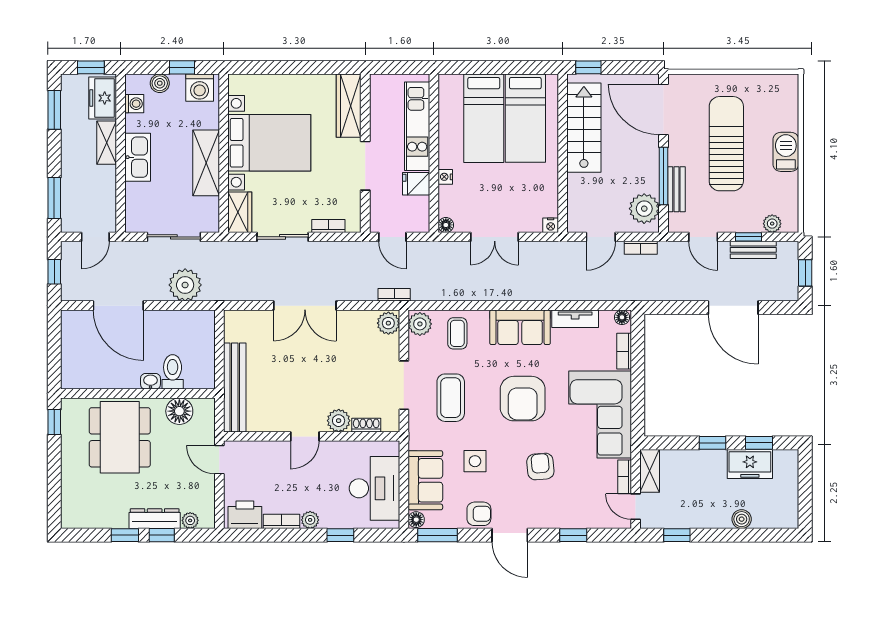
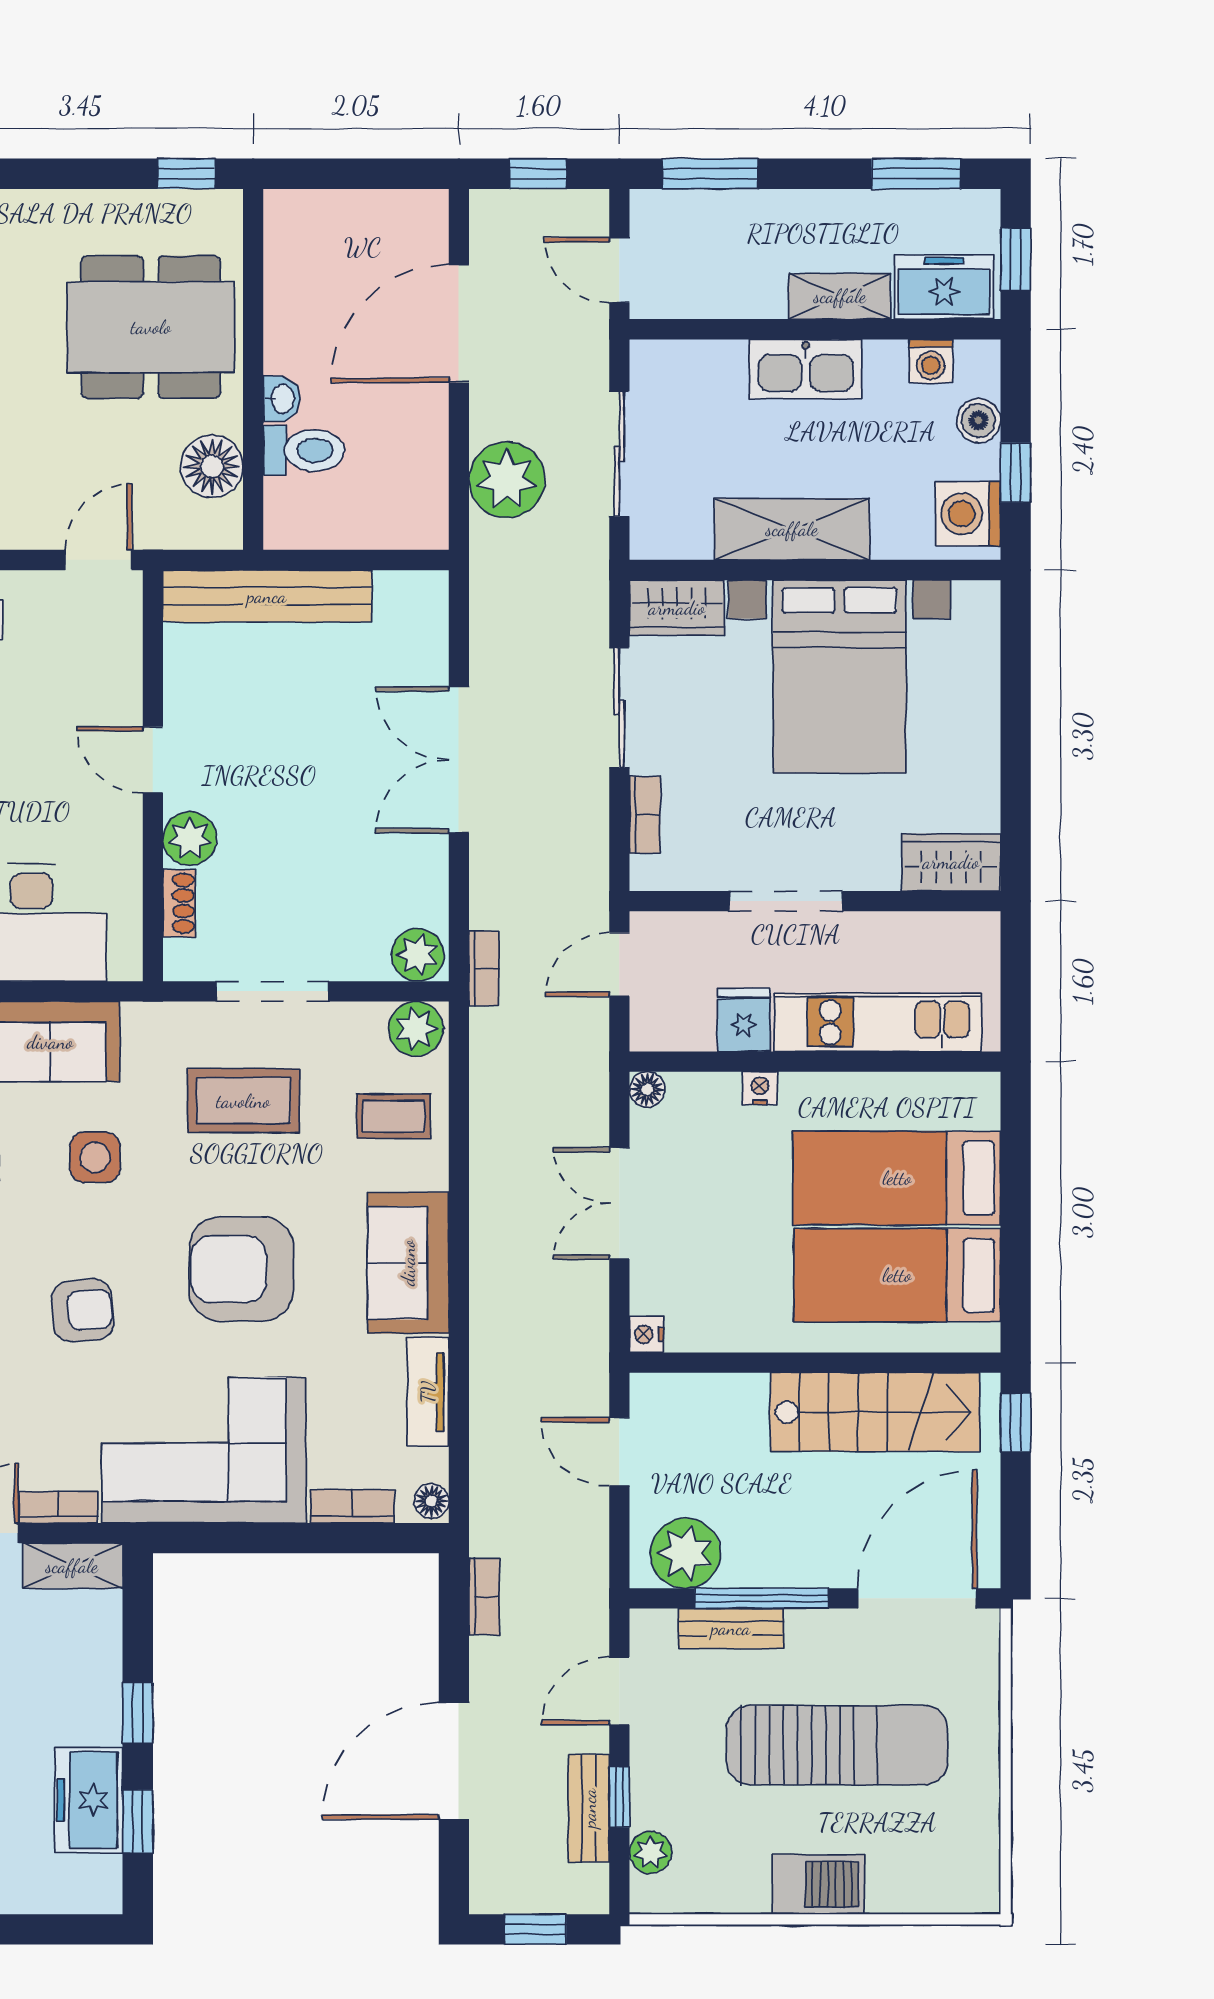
wardrobe: (349, 106) -> (951, 862), width x0.67
bookcase: (641, 248) -> (484, 1596), moved, turned 180

